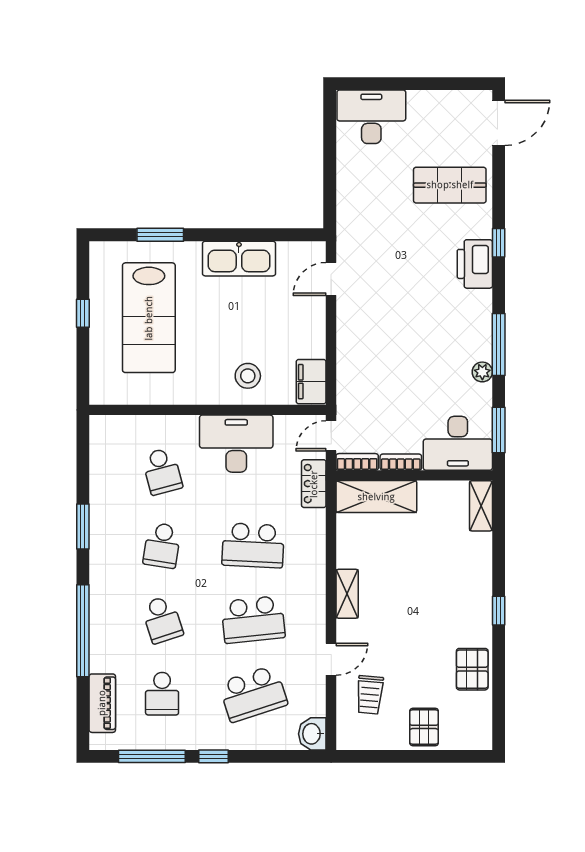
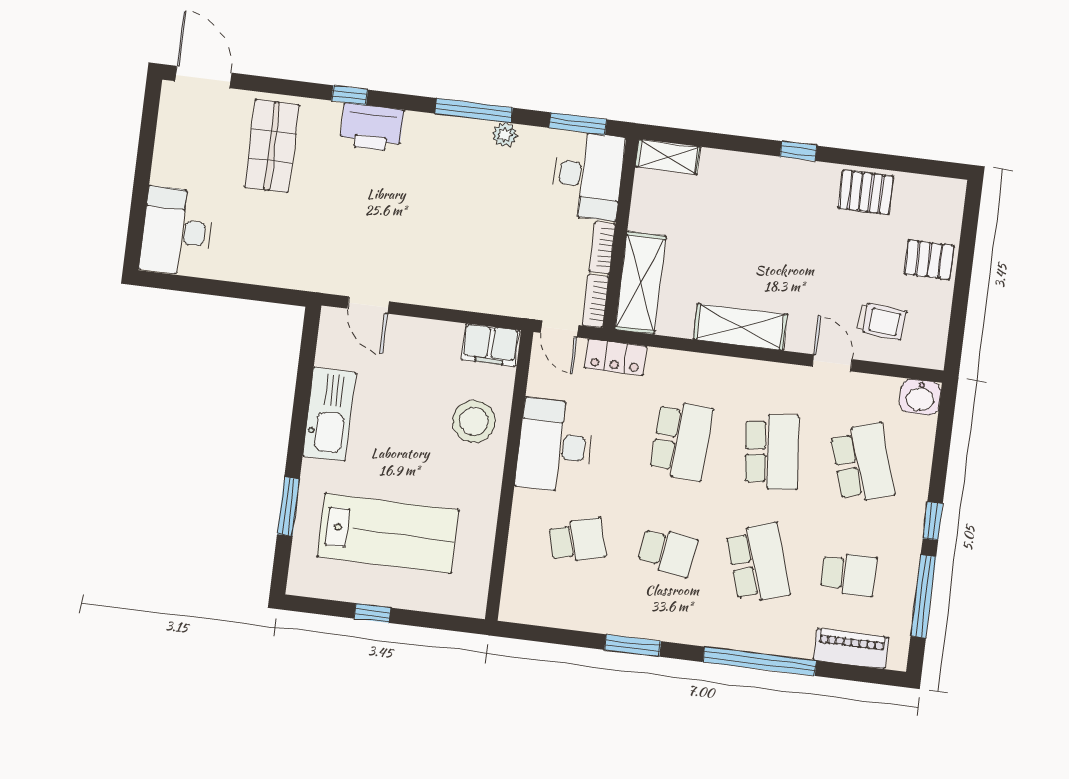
stool: (248, 376) -> (474, 421), width x1.38, depth x1.38
shelving: (347, 594) -> (740, 327), width x1.50, depth x1.33
school desk: (162, 620) -> (758, 563), width x1.85

